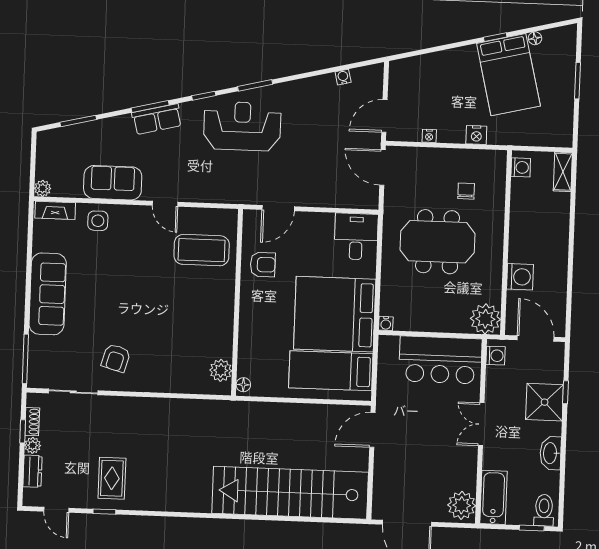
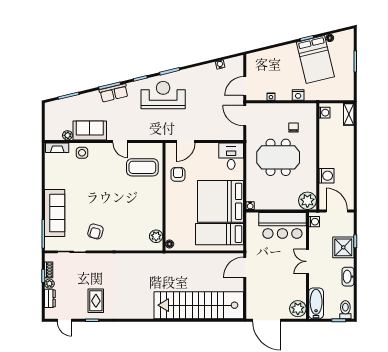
plant: (43, 188) -> (67, 135), moved
armchair: (263, 265) -> (178, 174), turned -90
sofa: (48, 294) -> (55, 213), moved

